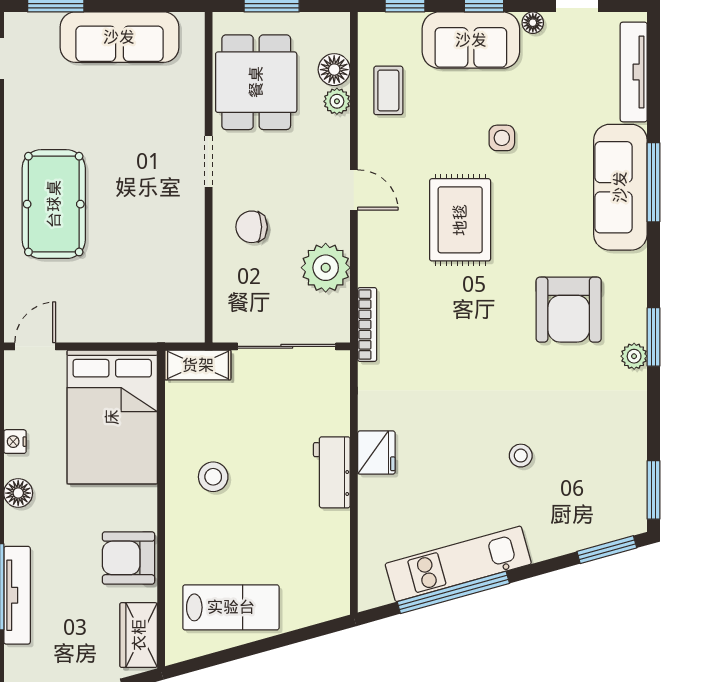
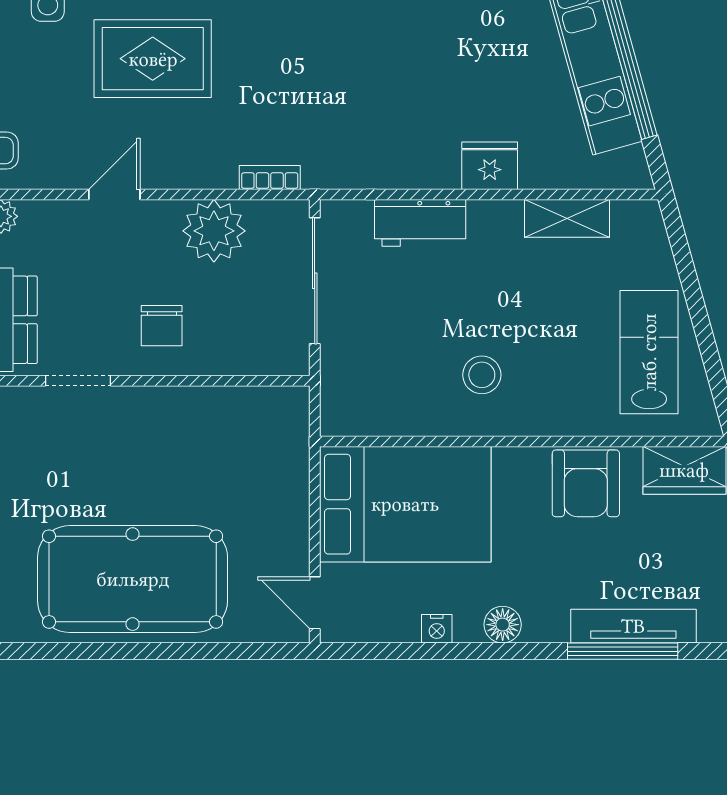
pool table: (54, 204) -> (133, 579), width x1.36, depth x1.32
bookcase: (367, 325) -> (270, 178), width x0.64
shelving: (198, 365) -> (567, 218), moved, turned 90
fridge: (376, 453) -> (490, 166), moved
workbench: (332, 472) -> (420, 223), moved

